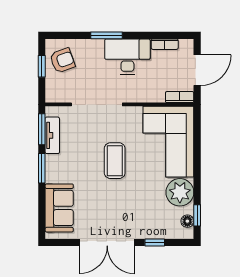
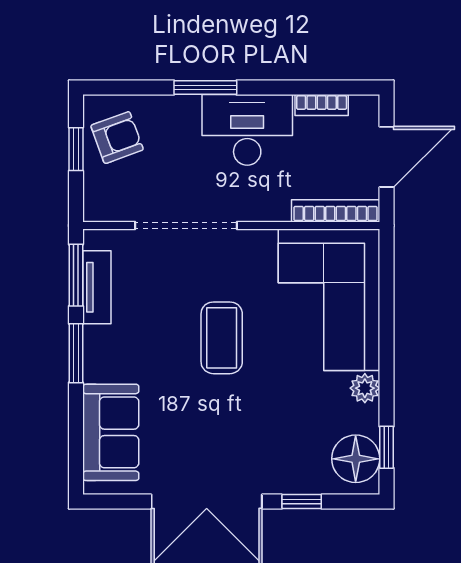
bookcase: (180, 97) -> (336, 211), width x1.56
plant: (180, 192) -> (365, 388), width x0.53, depth x0.53
floor lamp: (187, 221) -> (356, 459), width x1.89, depth x1.89

